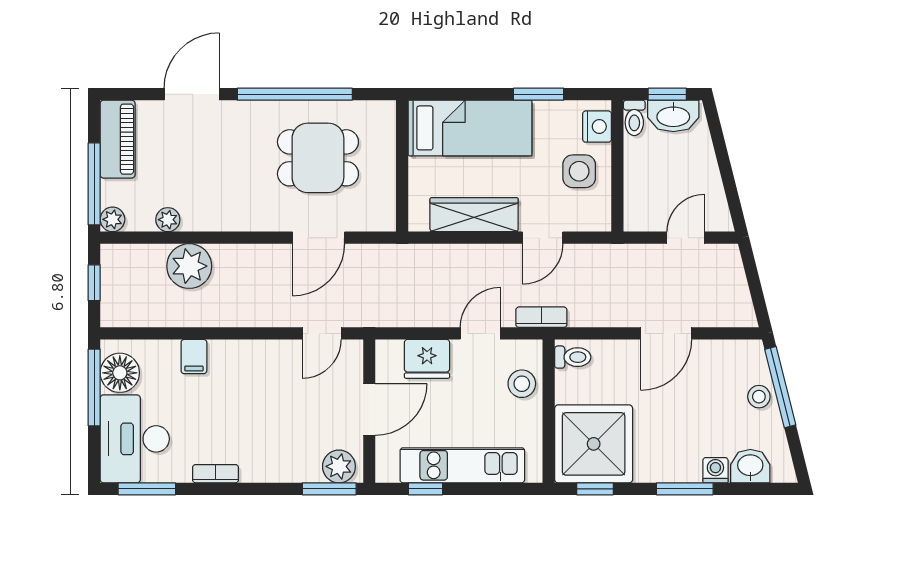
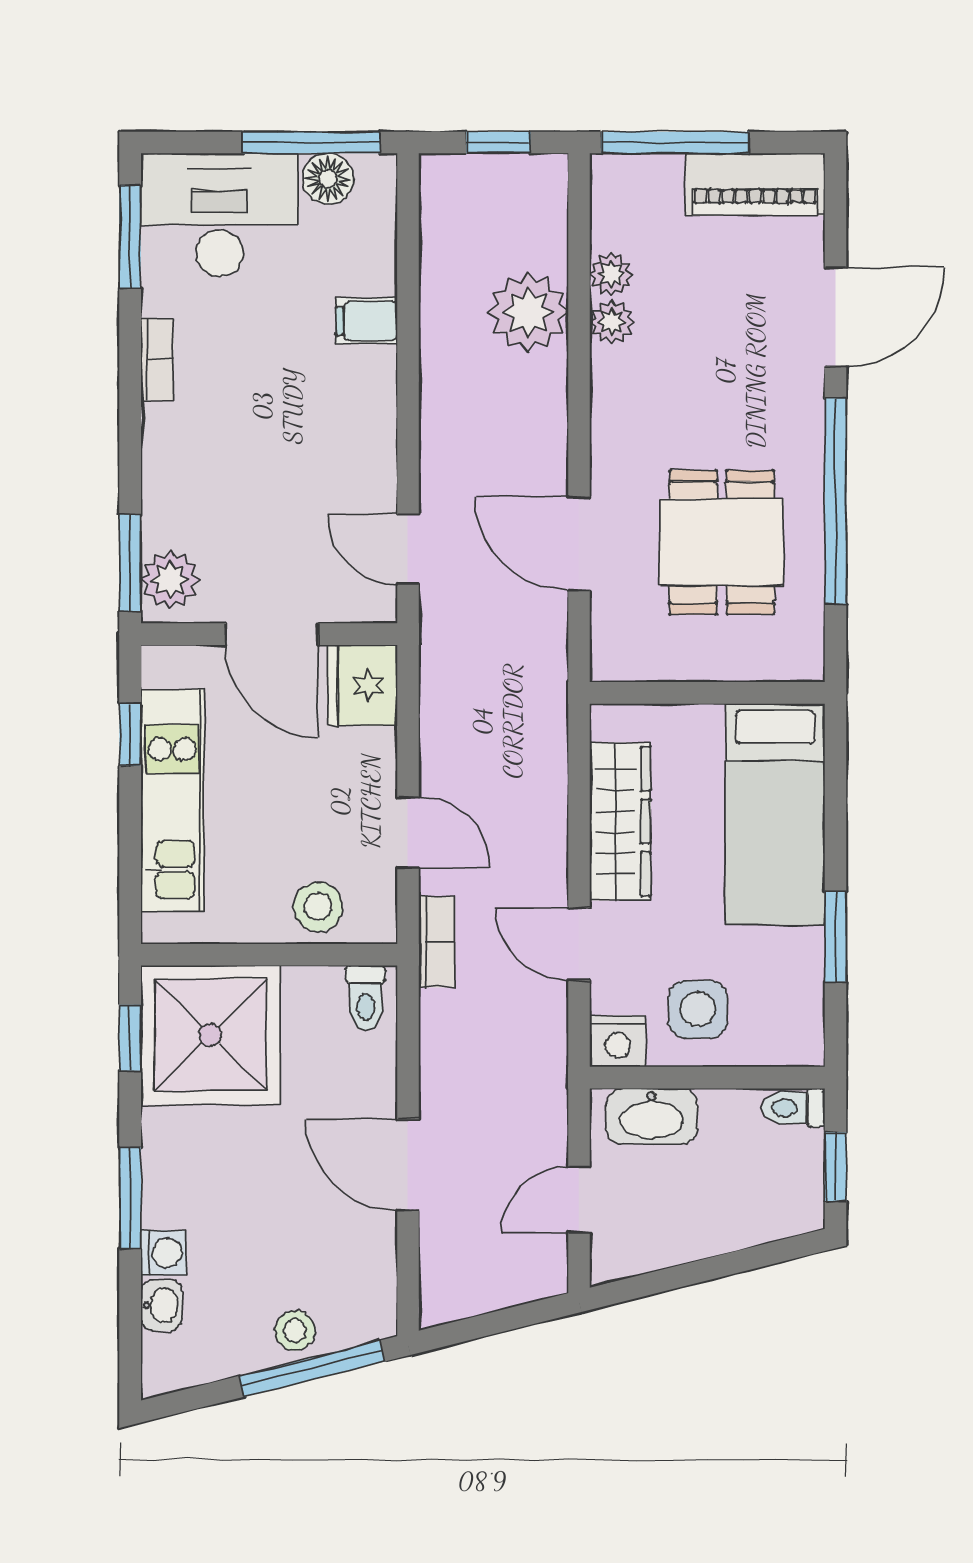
door: (192, 94) -> (835, 317), hinge flipped
washbasin: (673, 116) -> (652, 1116), moved, turned -90
nightstand: (597, 127) -> (618, 1041), moved
plant: (112, 219) -> (612, 322), moved
door: (686, 238) -> (579, 1200), swing flipped
fridge: (427, 359) -> (362, 685), moved
floor lamp: (120, 373) -> (328, 179), width x0.73, depth x0.73
washbasin: (750, 466) -> (161, 1305), width x0.72, depth x0.69

